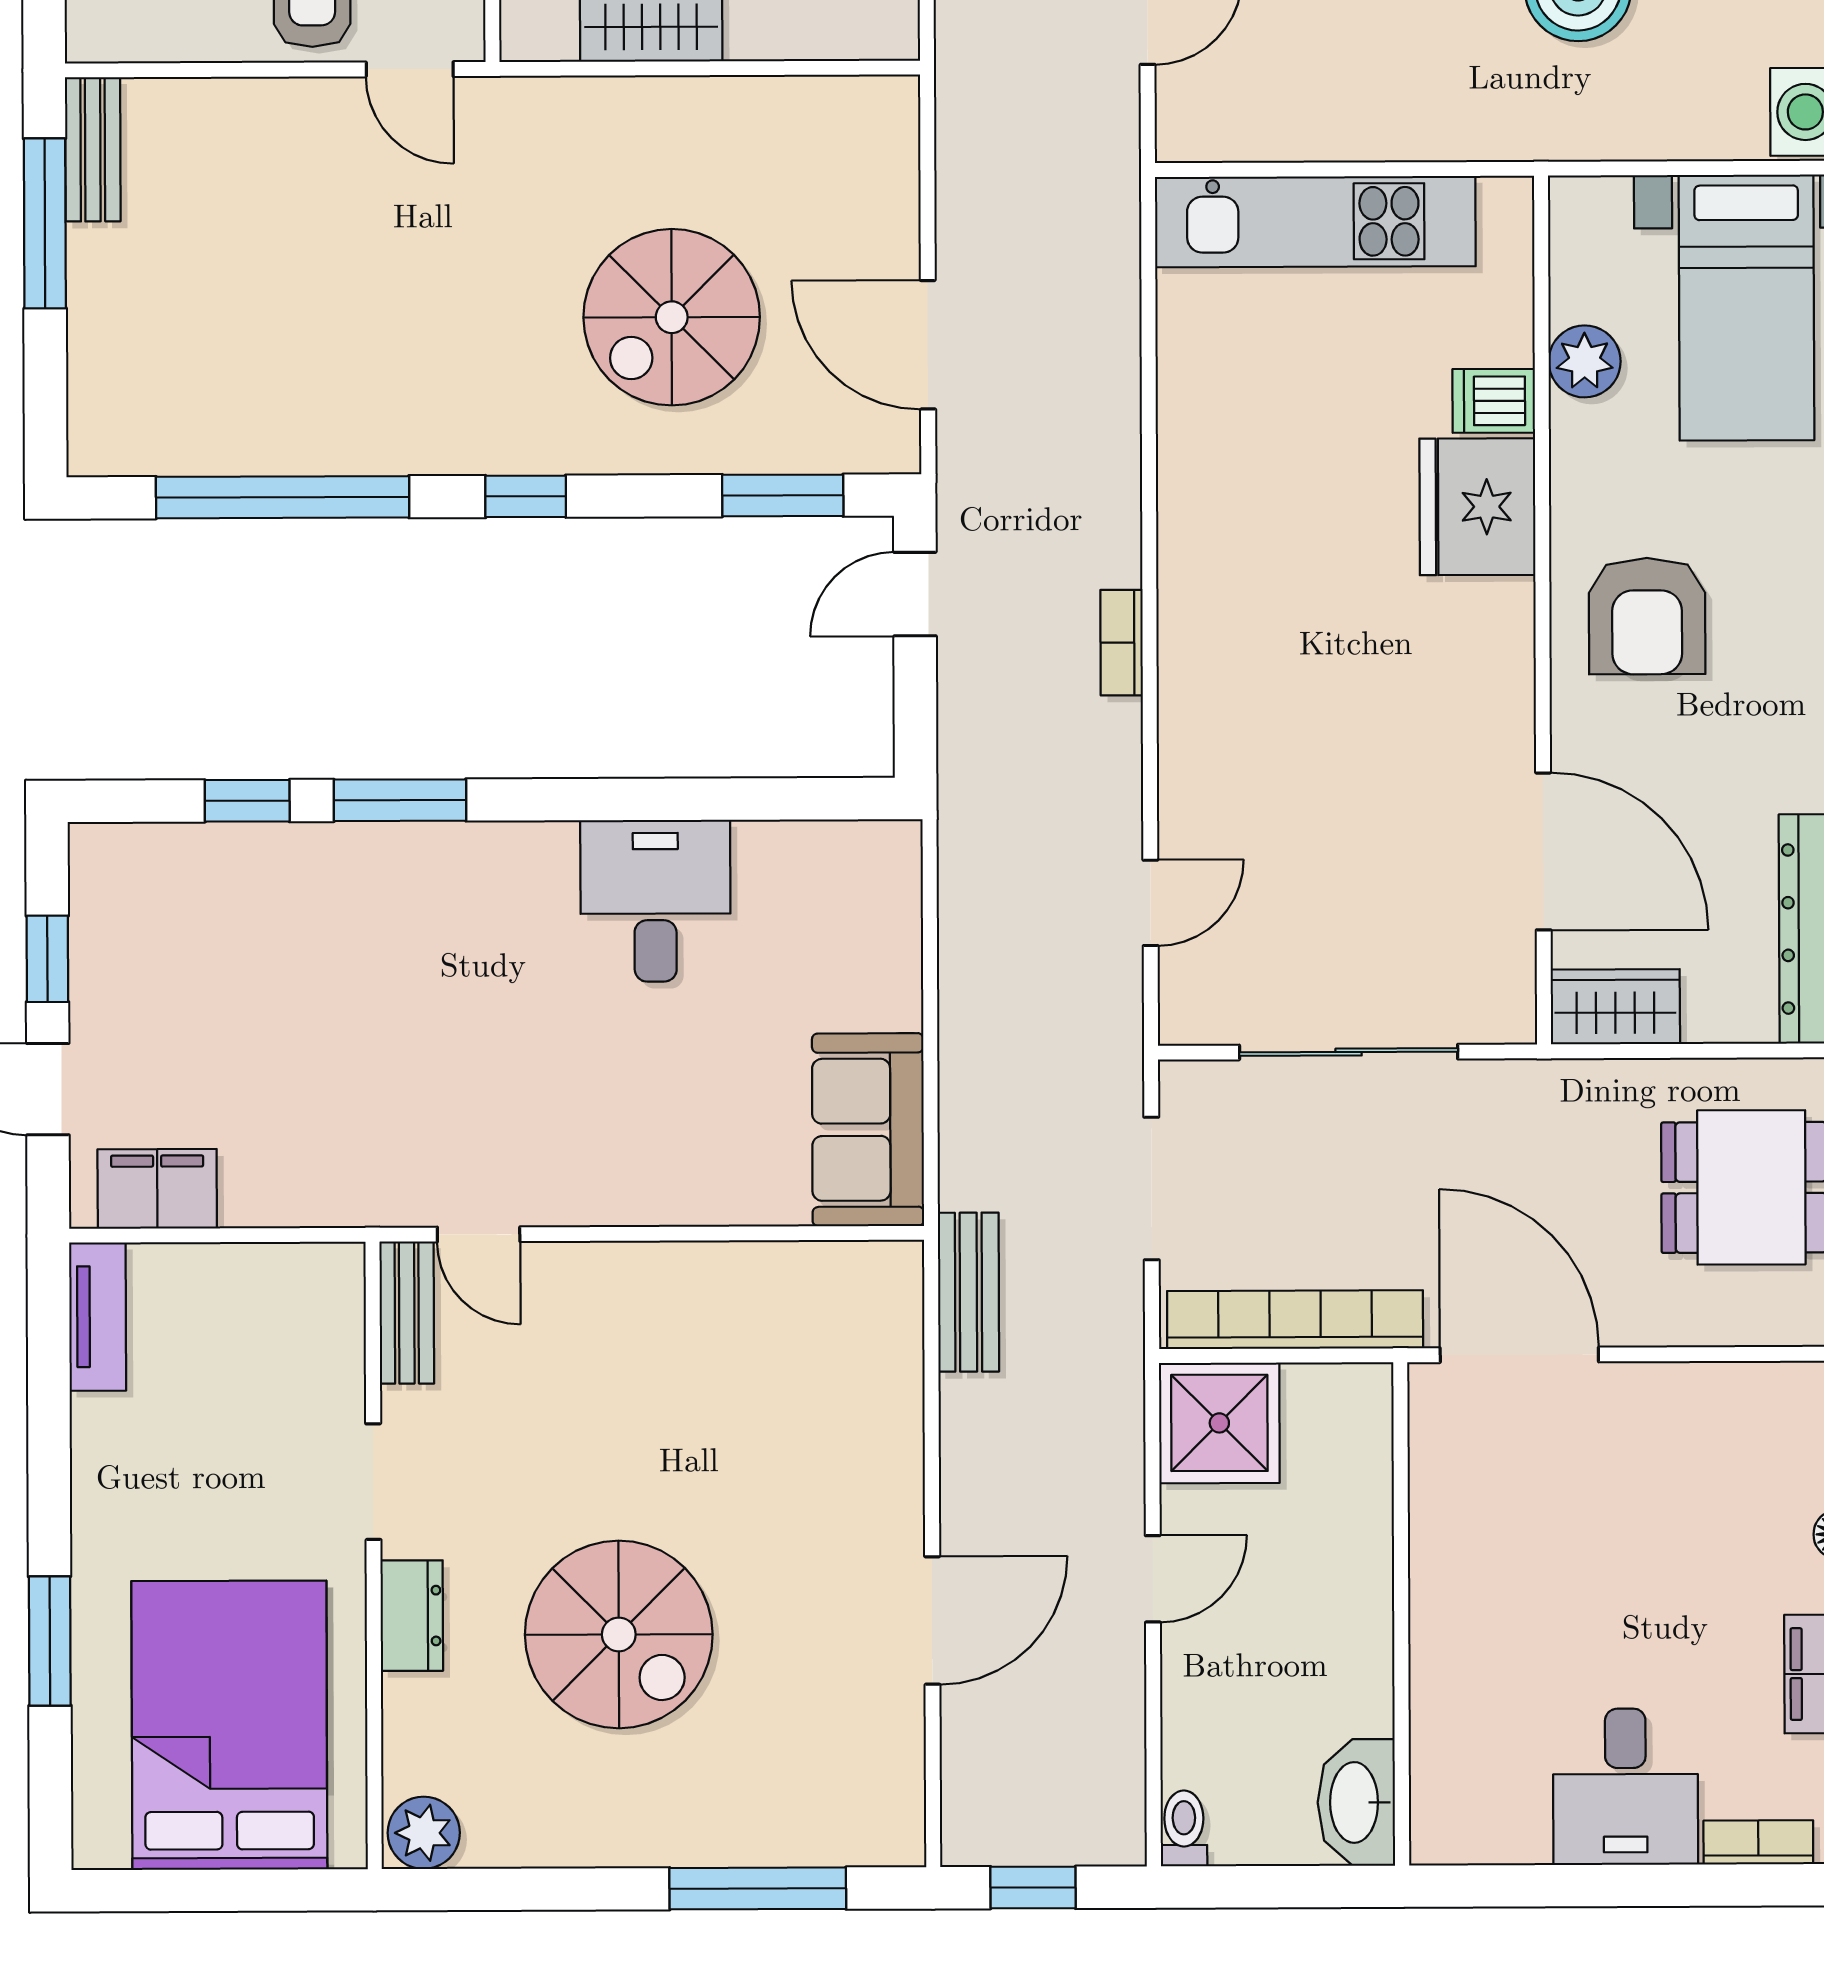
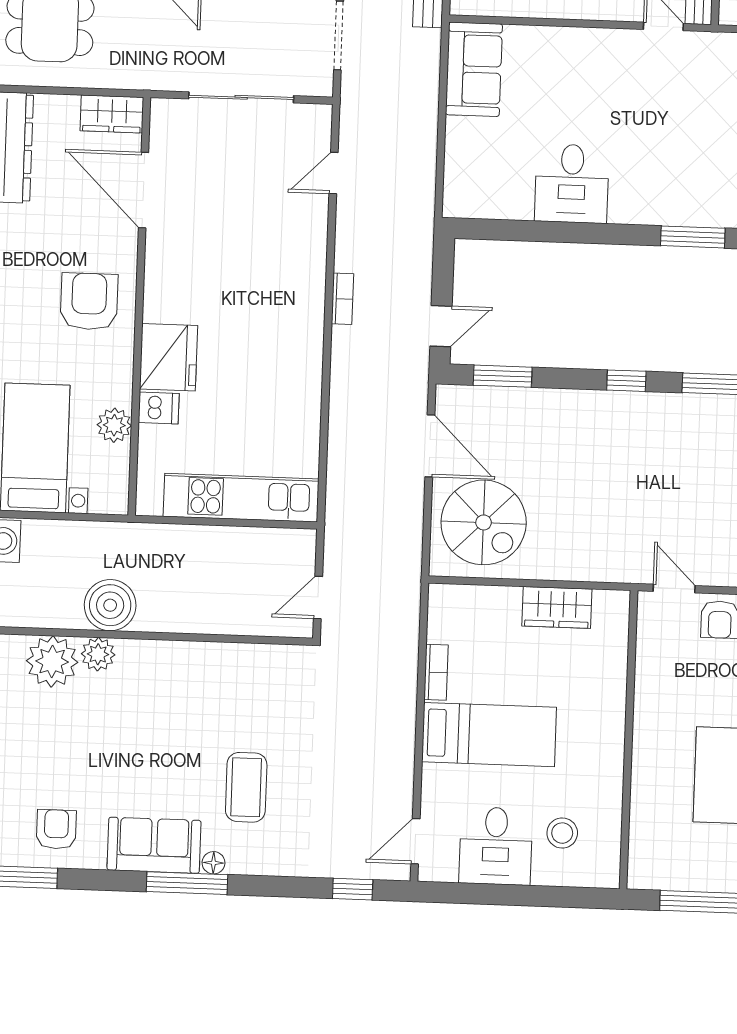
spiral stairs: (672, 317) -> (484, 522), moved, turned 90

